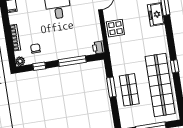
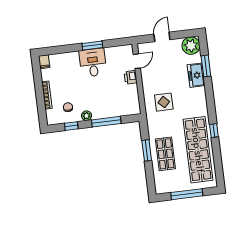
display table: (115, 28) -> (164, 102), moved
printer: (99, 48) -> (131, 77), moved
plant: (20, 61) -> (87, 116), moved

